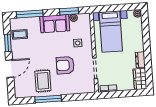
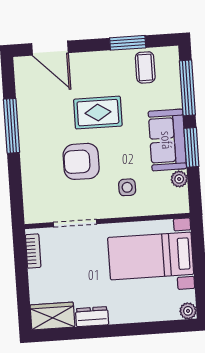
window: (69, 11) -> (191, 147), moved
armchair: (65, 65) -> (81, 161), turned -90
door: (10, 69) -> (50, 48), moved
rug: (43, 81) -> (98, 113), moved

